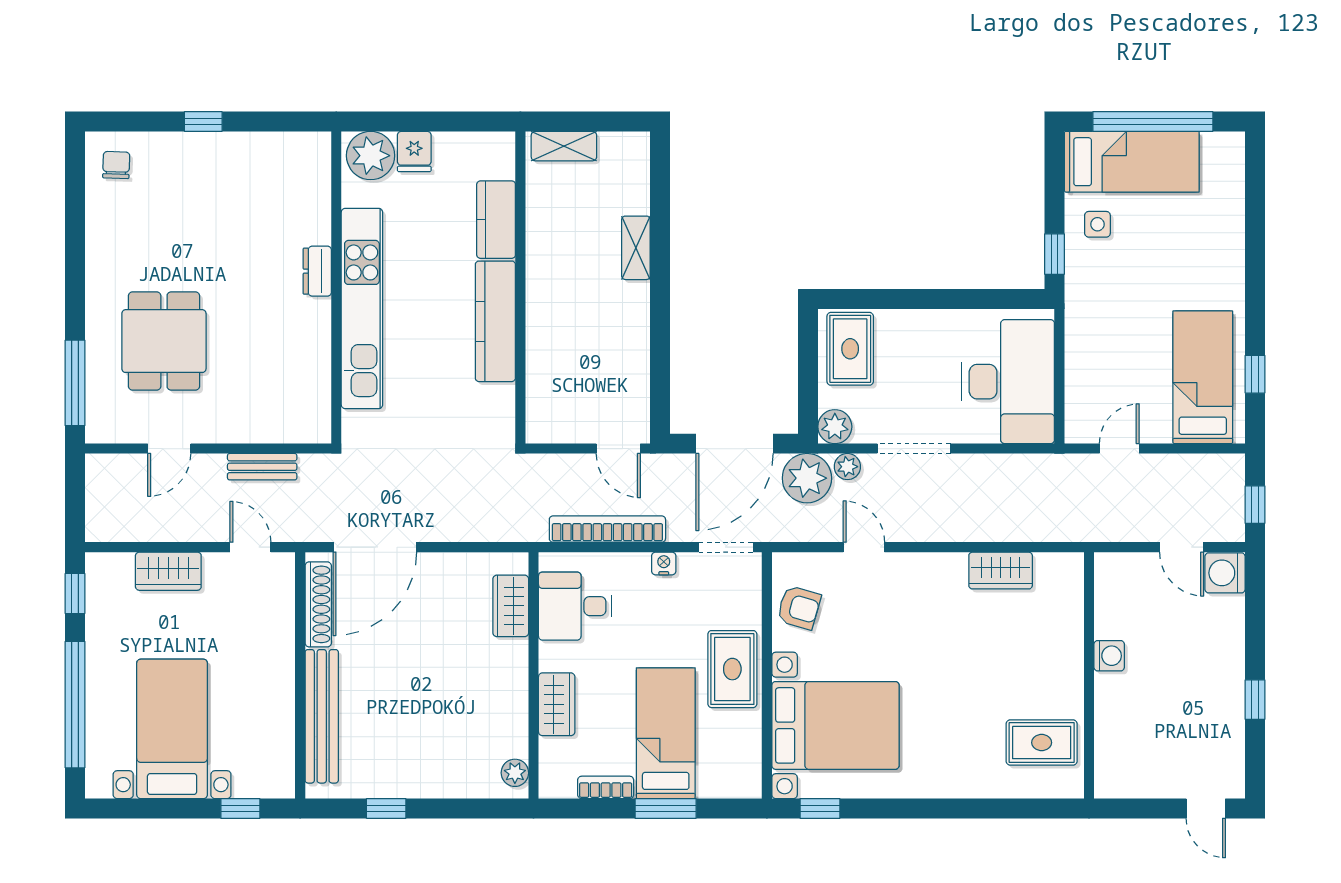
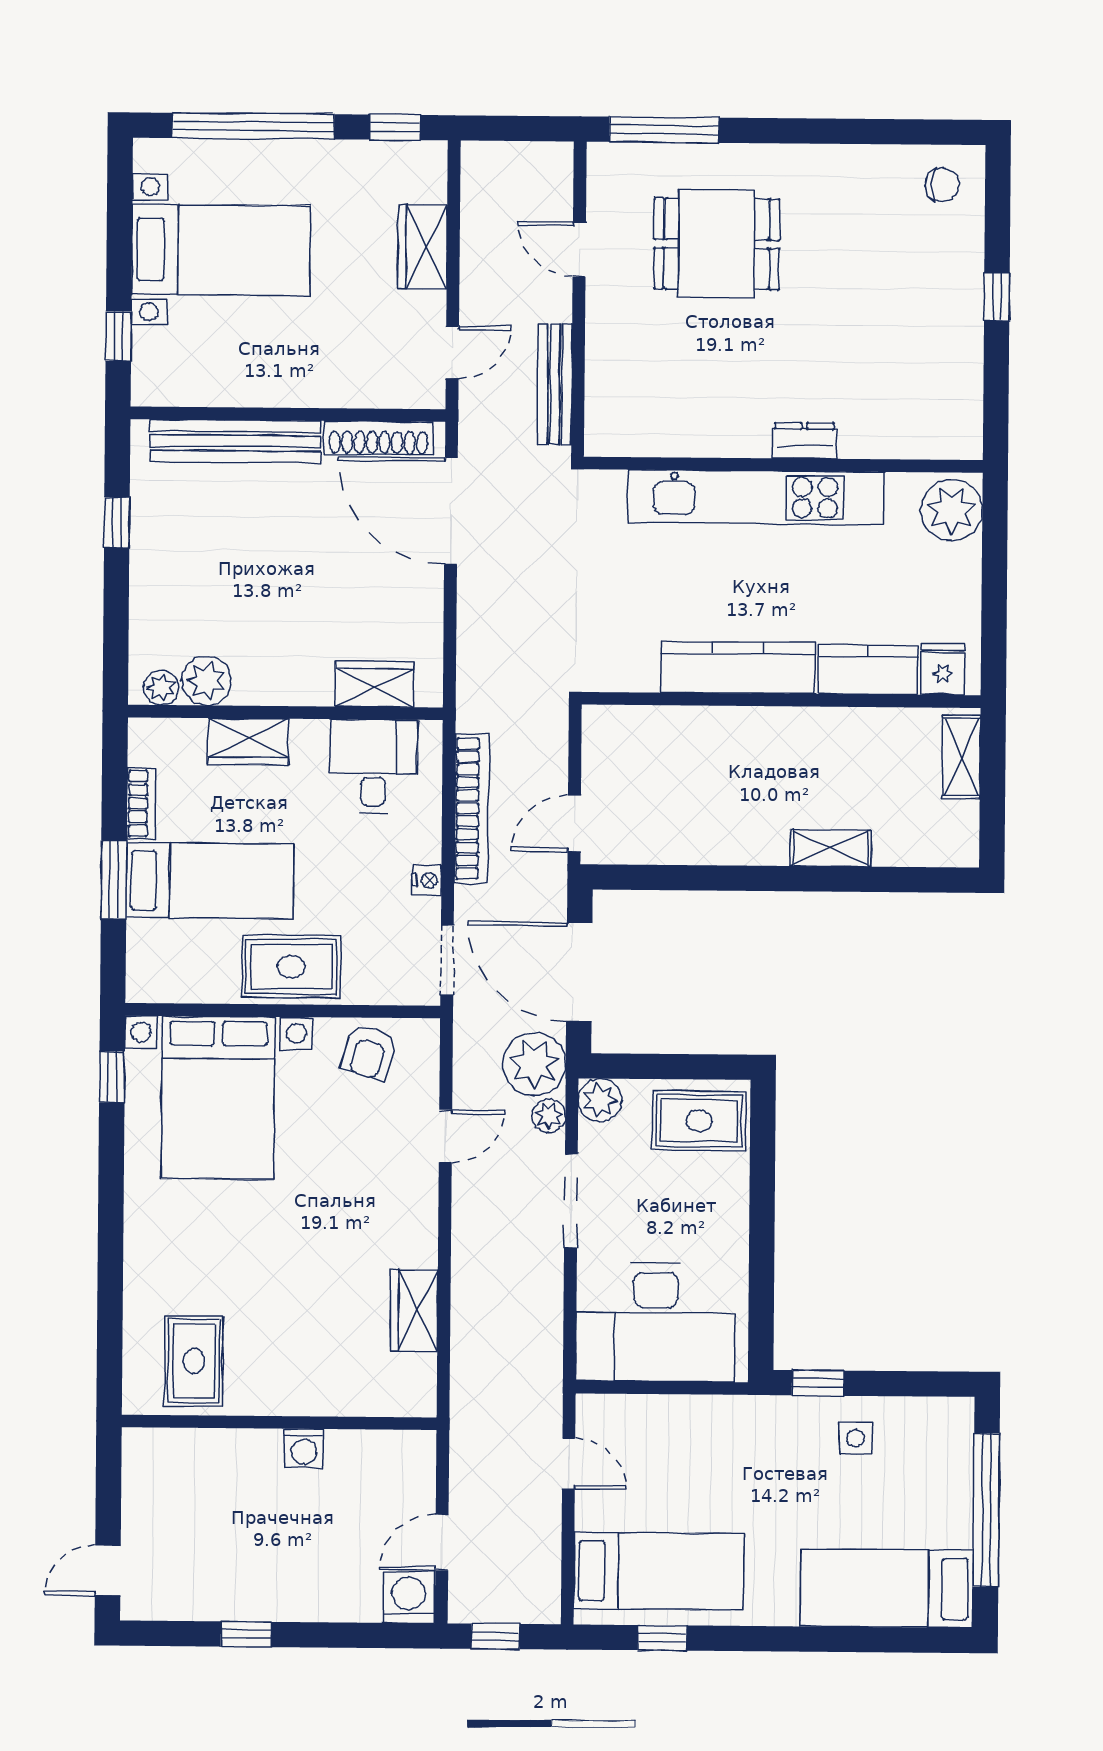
fridge: (414, 152) -> (943, 669), moved, turned 90
bed: (1132, 162) -> (887, 1588), moved, turned 90
bench: (262, 467) -> (555, 384), width x1.36
plant: (509, 737) -> (206, 681), added

